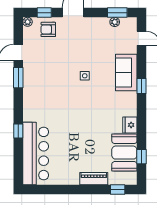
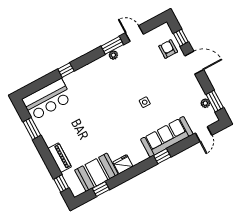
plant: (28, 22) -> (113, 55), moved
sofa: (126, 72) -> (167, 137), width x1.36
bar counter: (36, 153) -> (47, 100), width x0.73
window: (54, 189) -> (32, 129), added

